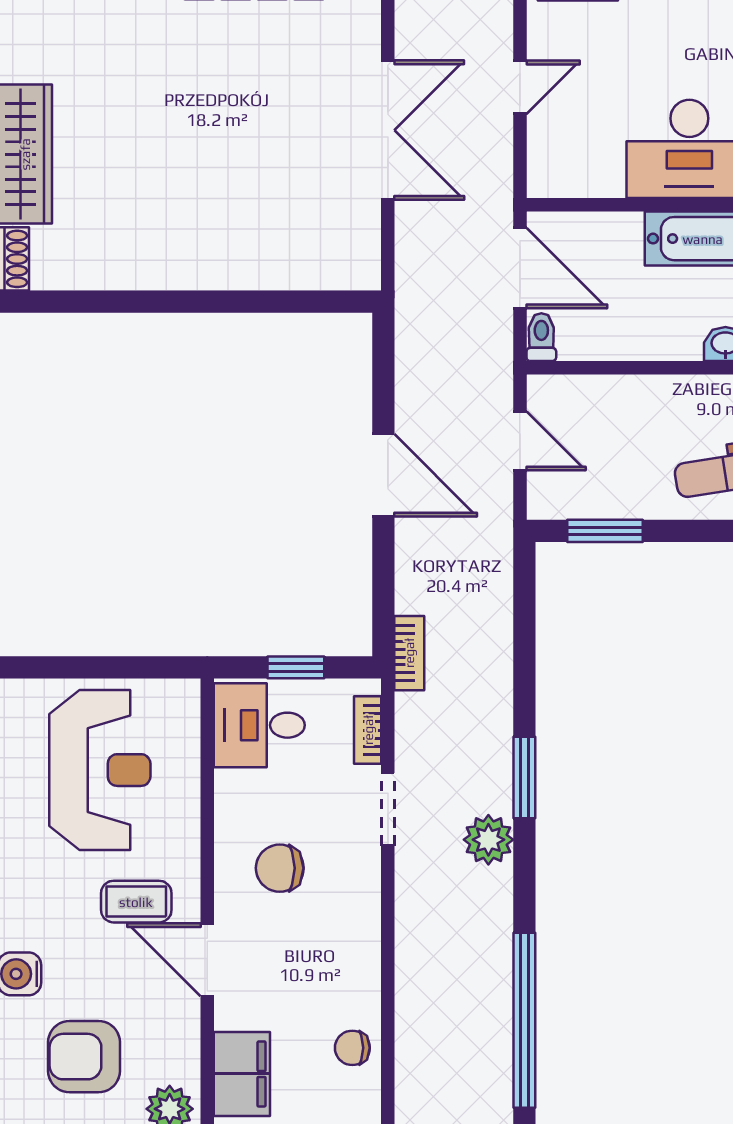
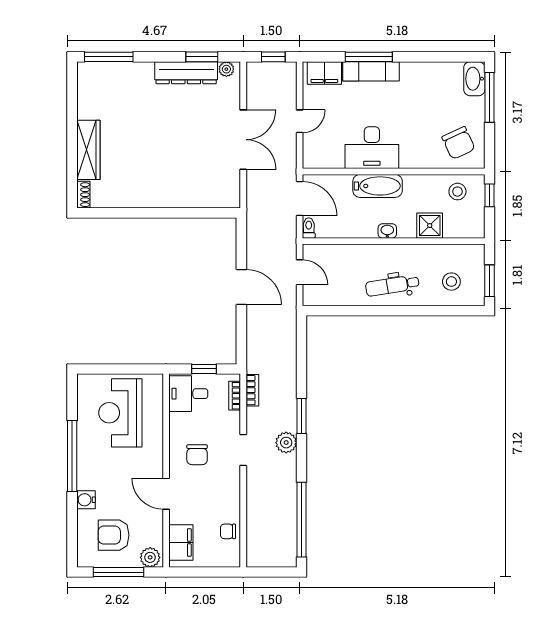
window: (605, 531) -> (336, 311), removed
bookcase: (409, 653) -> (252, 390), moved
reception desk: (100, 770) -> (120, 413), turned 180
doorway: (388, 809) -> (243, 450), moved
chair: (280, 868) -> (197, 455), turned -90
coffee table: (136, 902) -> (136, 469), removed

